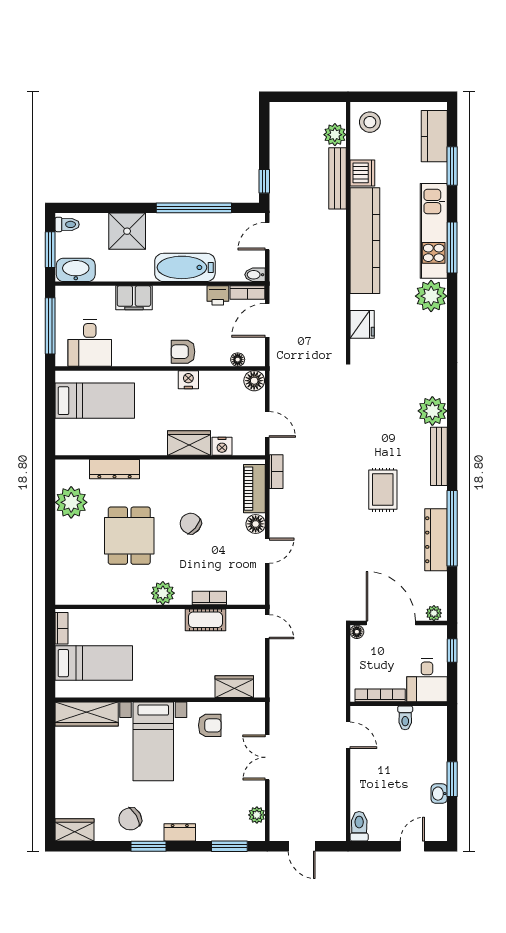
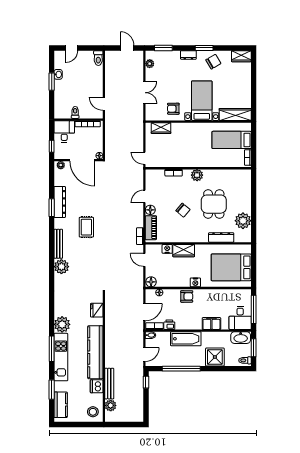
desk: (90, 343) -> (240, 318), moved, turned 180
nightstand: (188, 380) -> (195, 282), moved
bed: (95, 401) -> (231, 267), width x1.50
window: (452, 528) -> (52, 208), width x0.47
cot: (205, 620) -> (175, 162), removed

